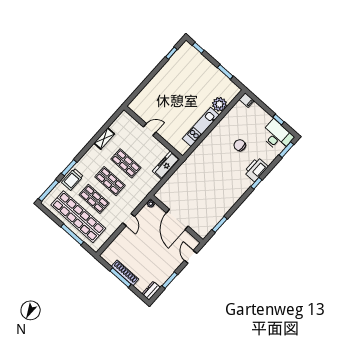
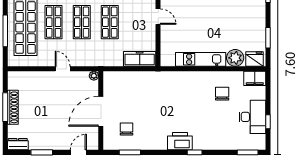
fridge: (231, 93) -> (255, 59), added
filing cabinet: (247, 100) -> (255, 78), width x2.00
desk: (277, 136) -> (252, 117), moved
chair: (240, 145) -> (222, 94), moved
printer: (256, 169) -> (180, 141), moved
chair: (203, 213) -> (127, 129), added
door: (129, 220) -> (63, 69), swing flipped

